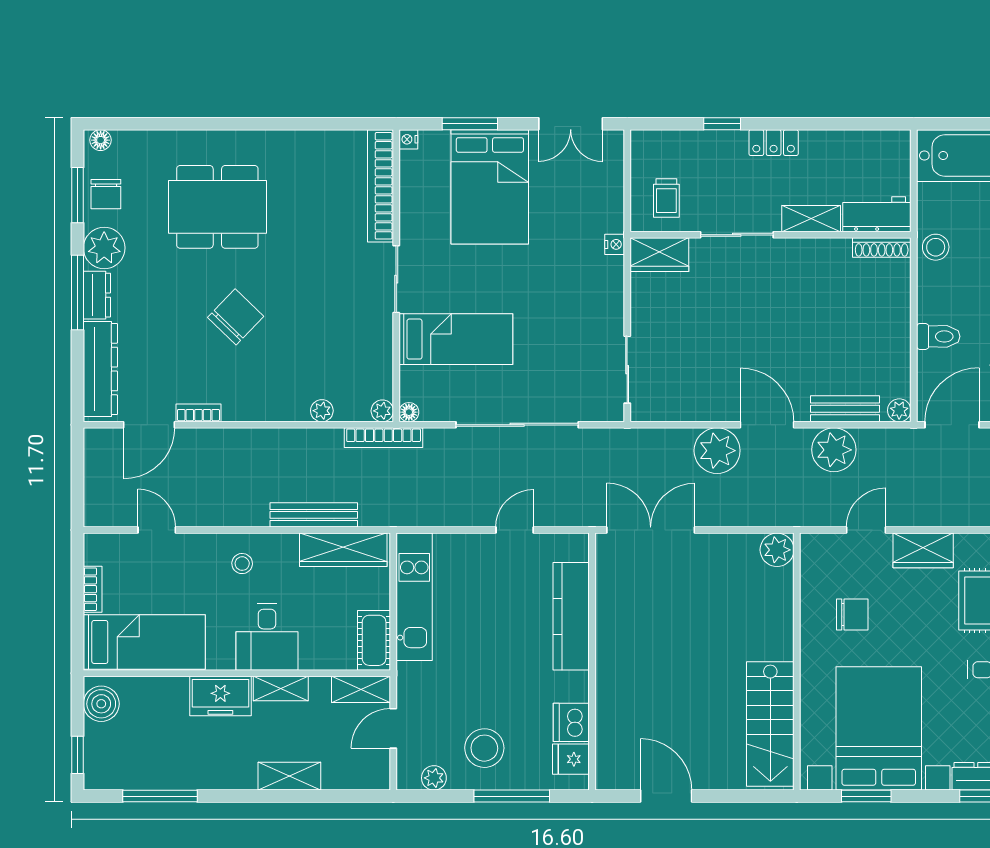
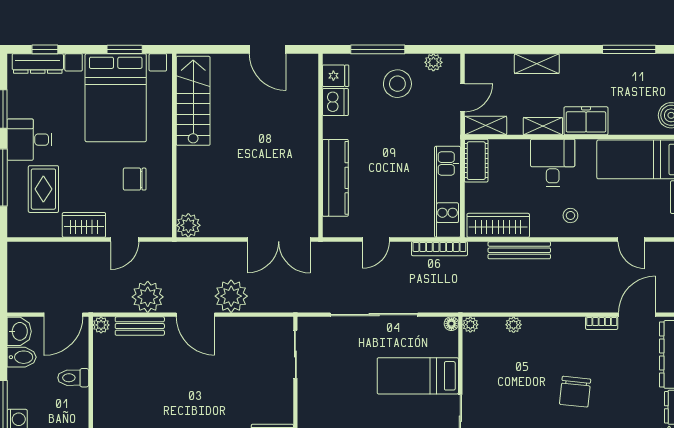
chair: (236, 317) -> (575, 392), turned -38
bookcase: (384, 438) -> (439, 249), moved, turned 180

